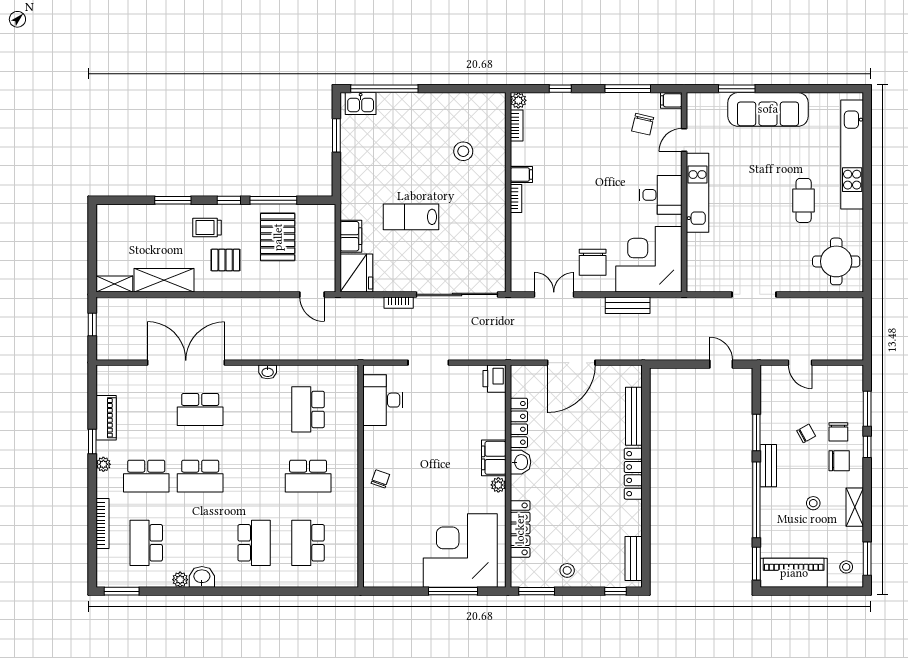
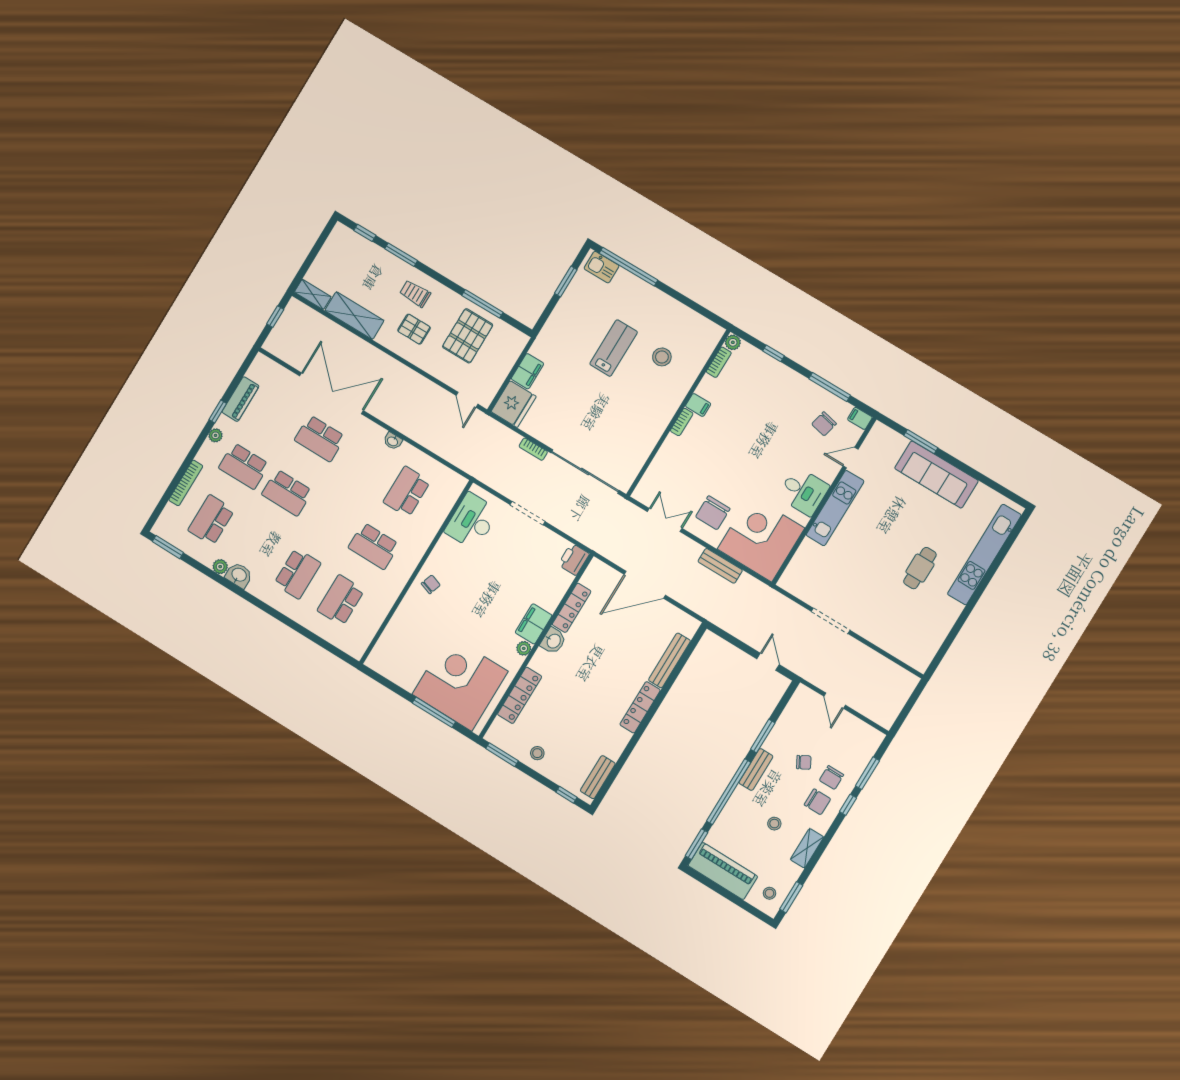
window: (229, 200) -> (365, 233), moved
lab bench: (411, 217) -> (614, 348), moved, turned 90
round table: (836, 261) -> (916, 635), removed

